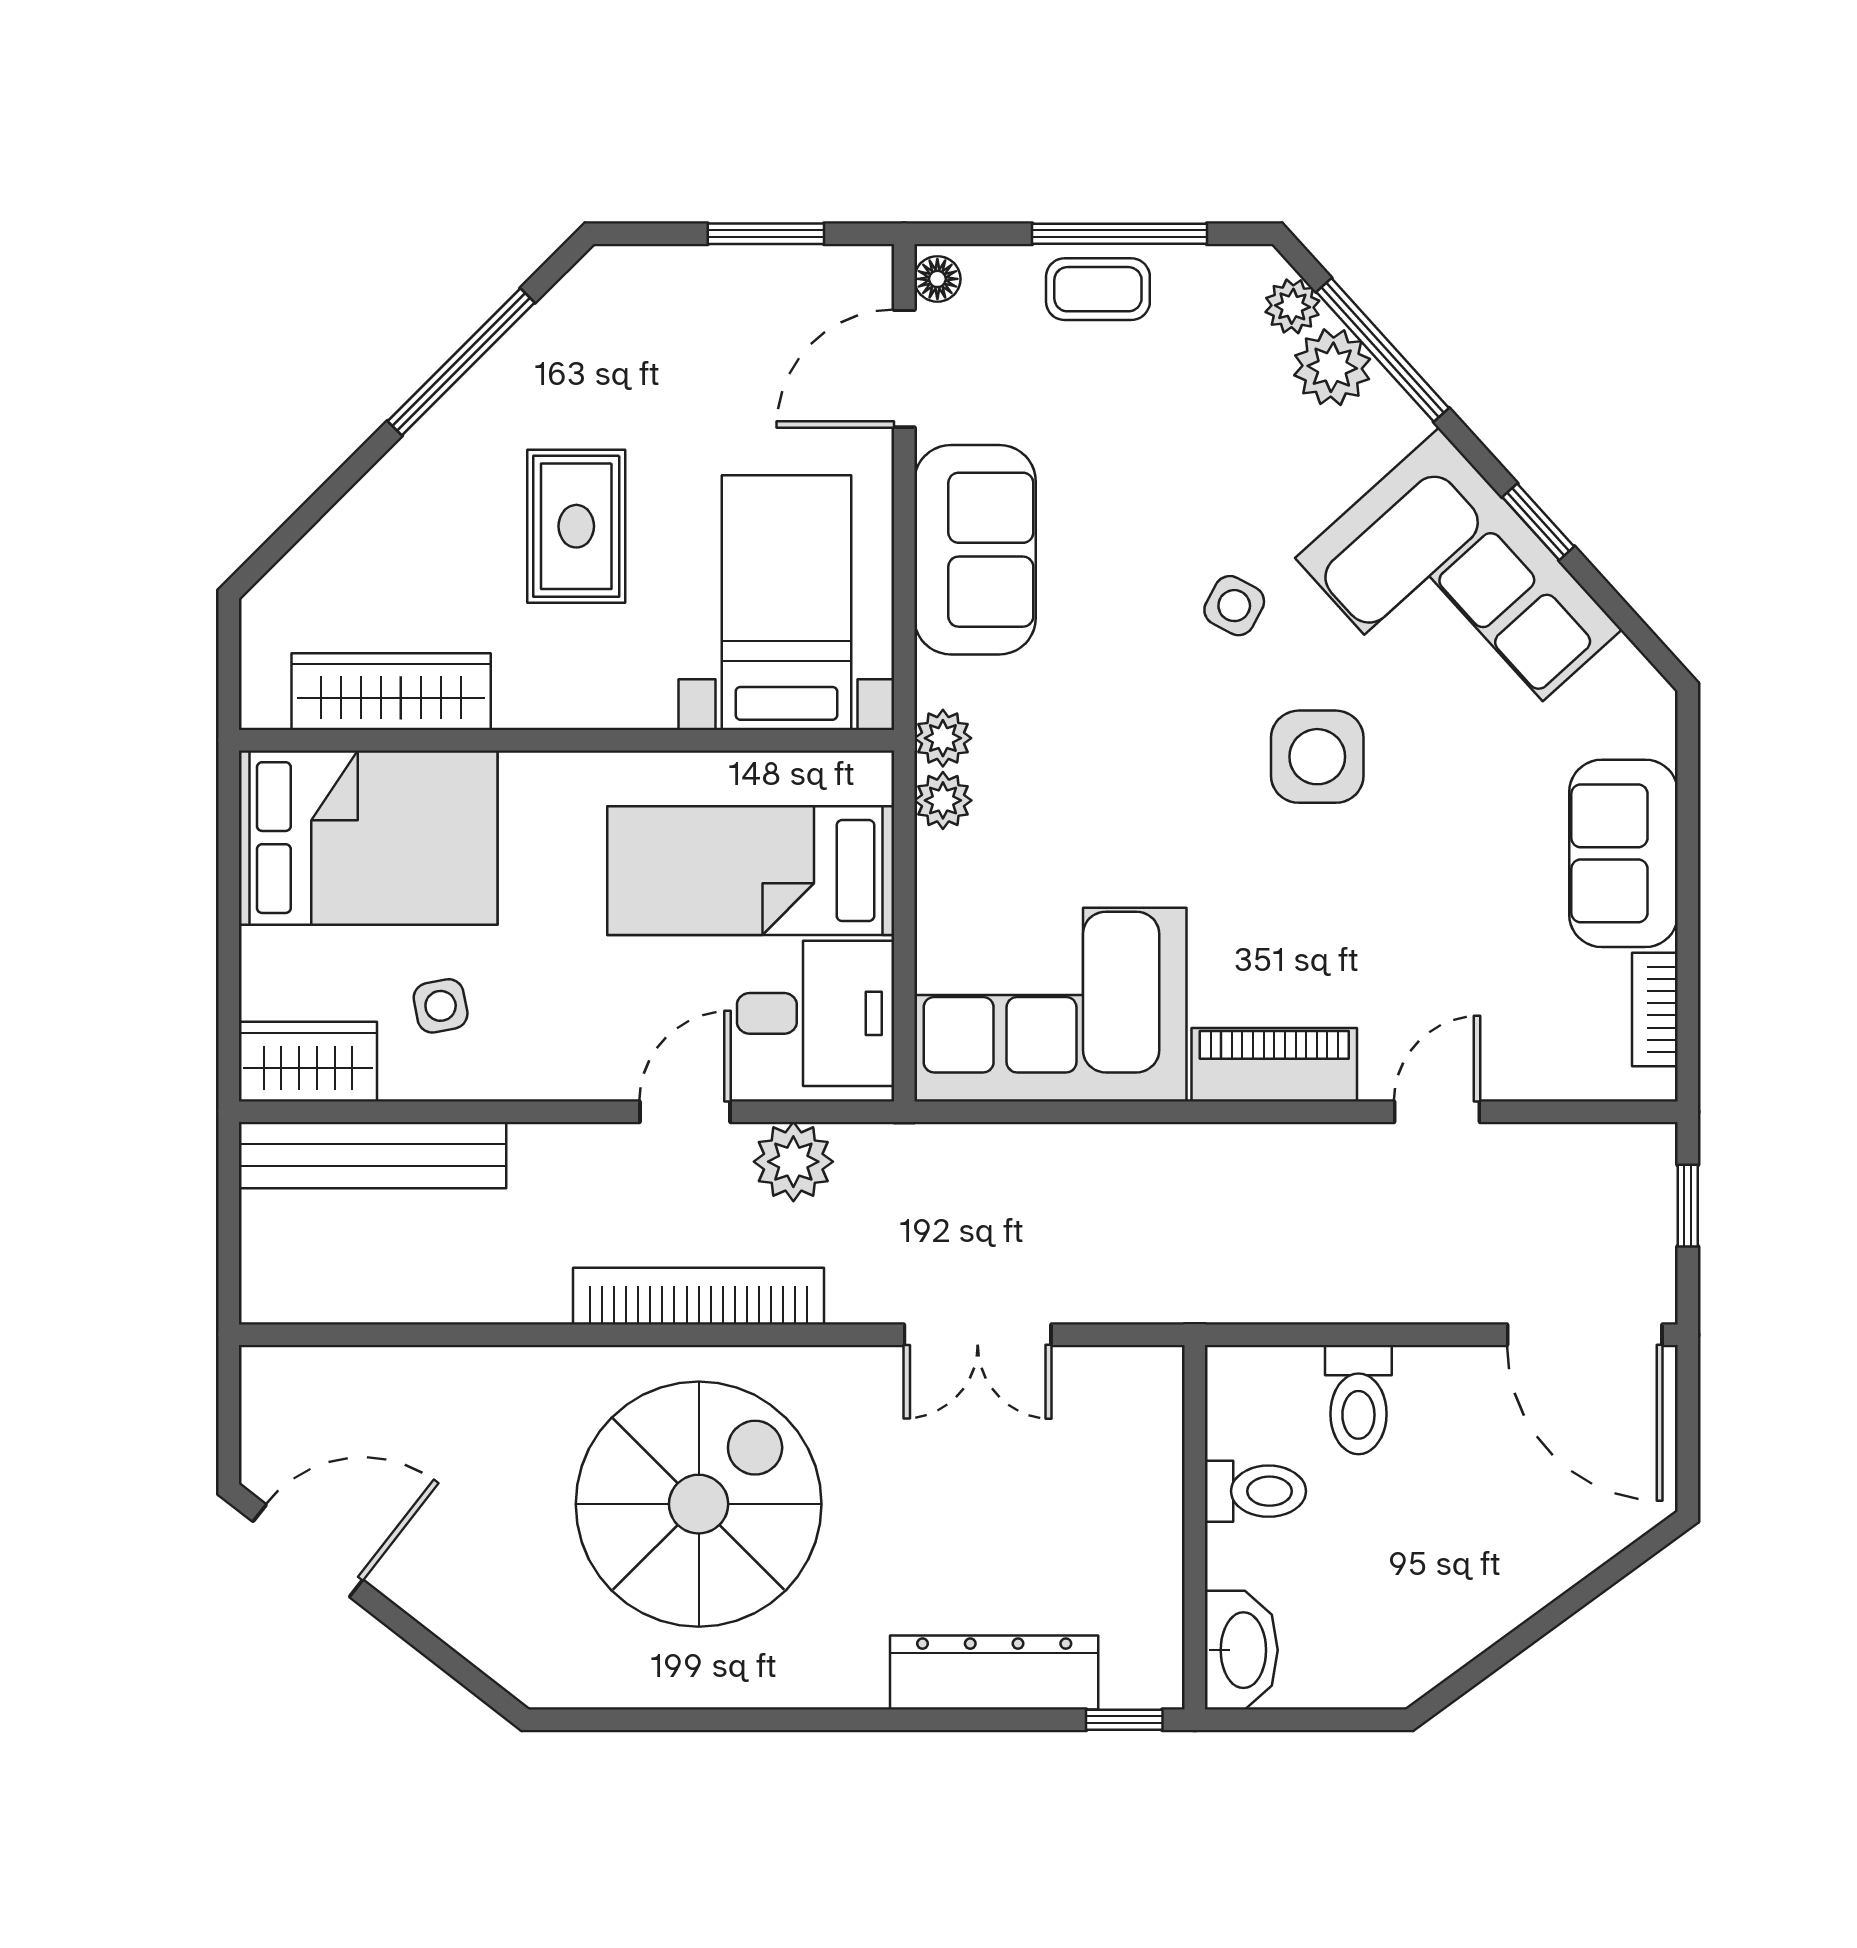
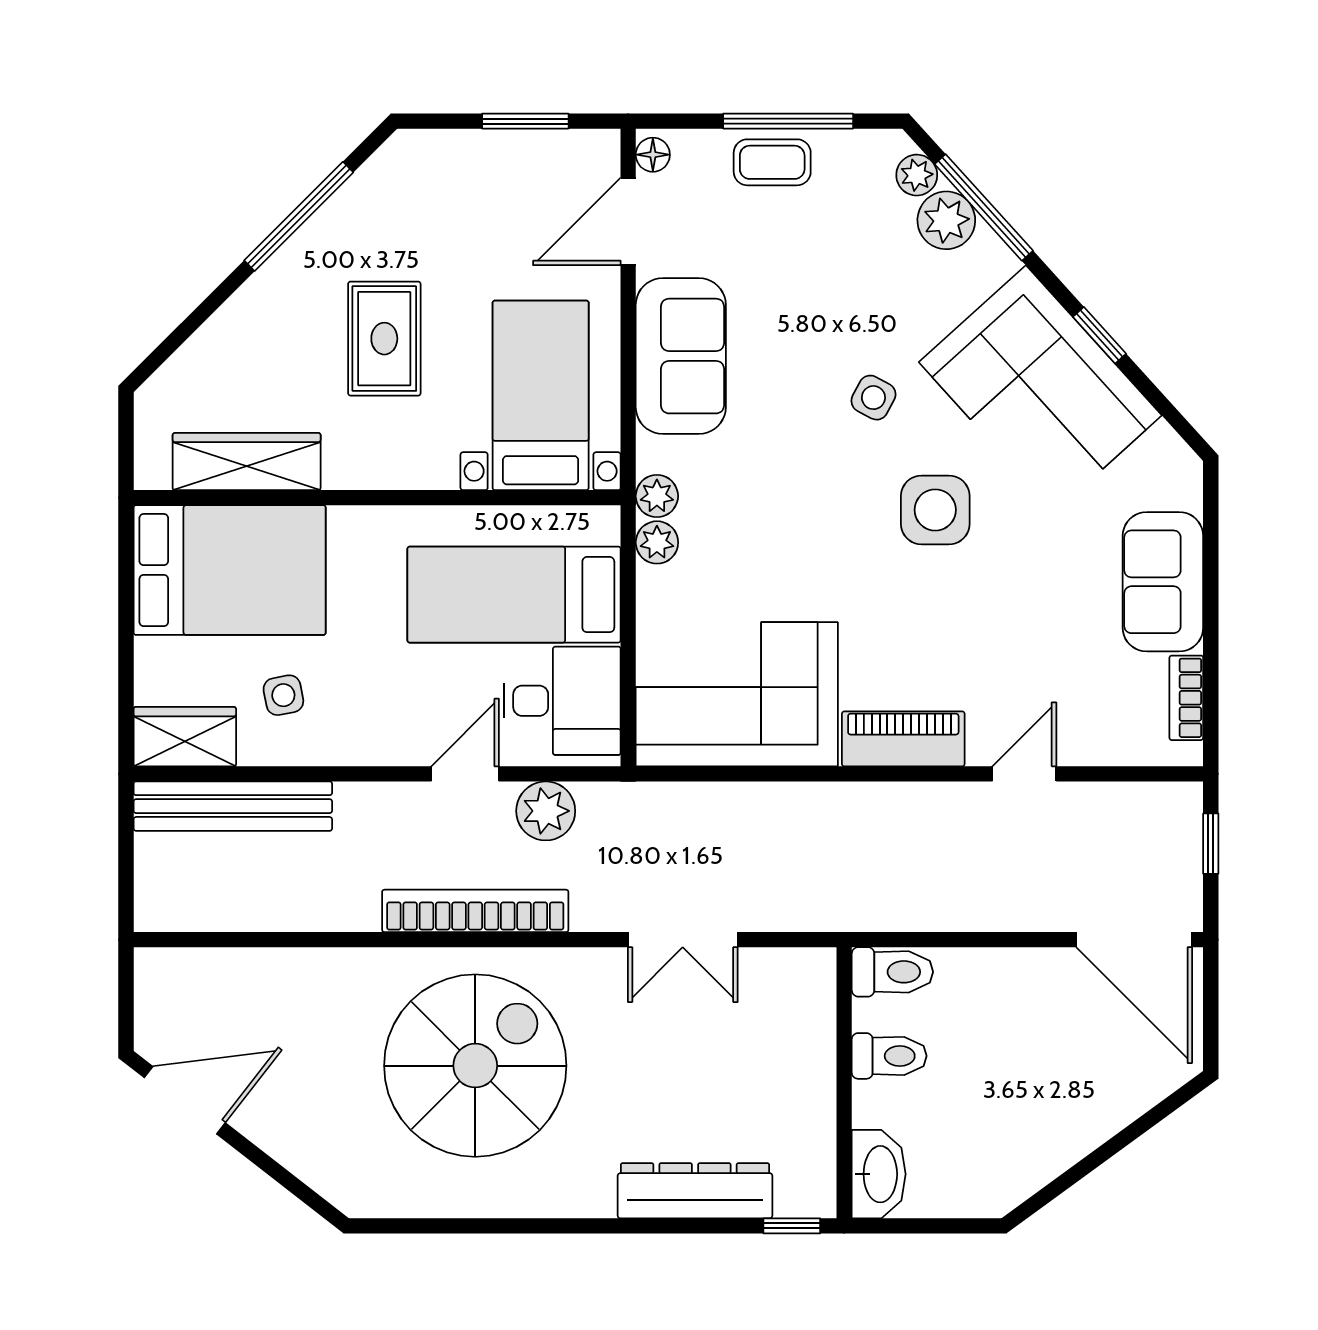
toilet: (1358, 1400) -> (892, 972), moved, turned -90

